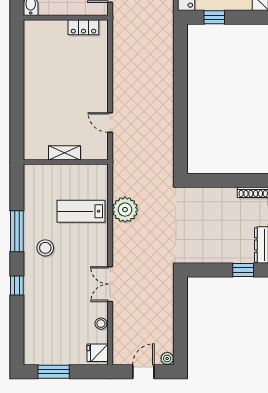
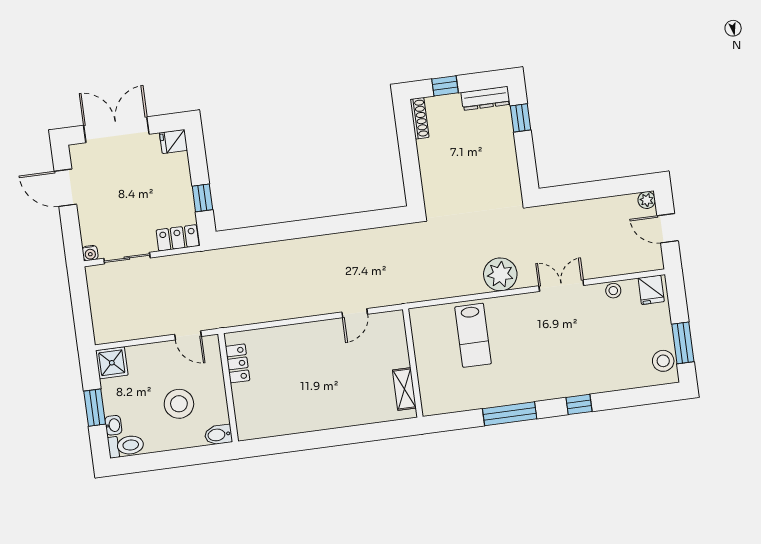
shelving: (64, 153) -> (404, 389), moved
plant: (125, 210) -> (500, 274), moved
stool: (45, 248) -> (663, 361), moved
double door: (110, 284) -> (561, 286), swing flipped

